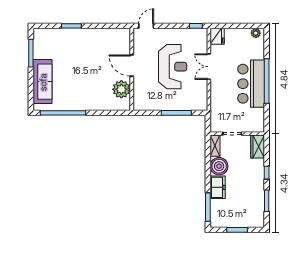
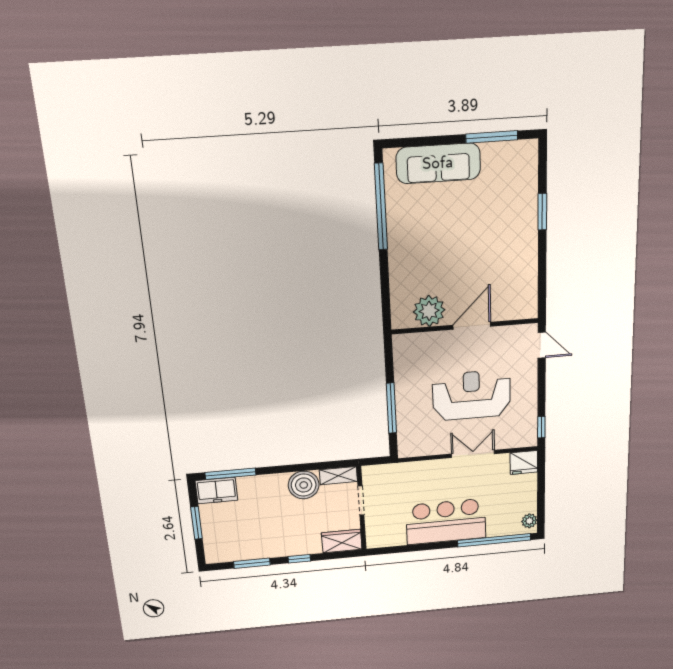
reception desk: (173, 67) -> (472, 395), turned 180
window: (267, 81) -> (494, 540), moved
freezer: (218, 187) -> (216, 491), moved

